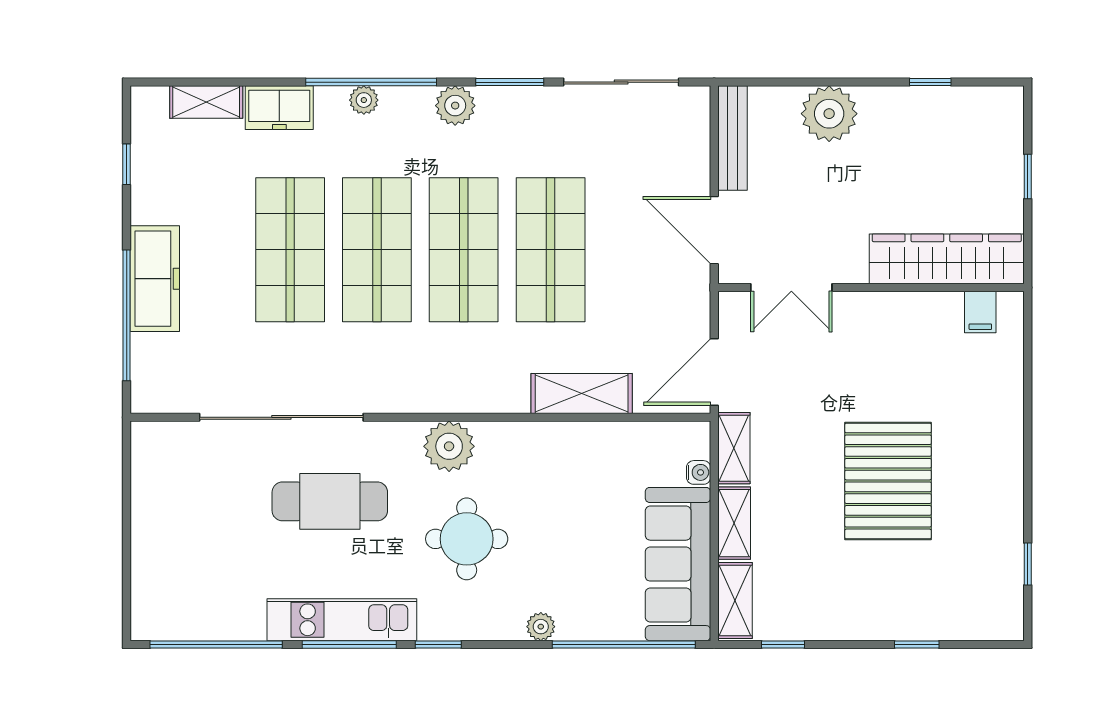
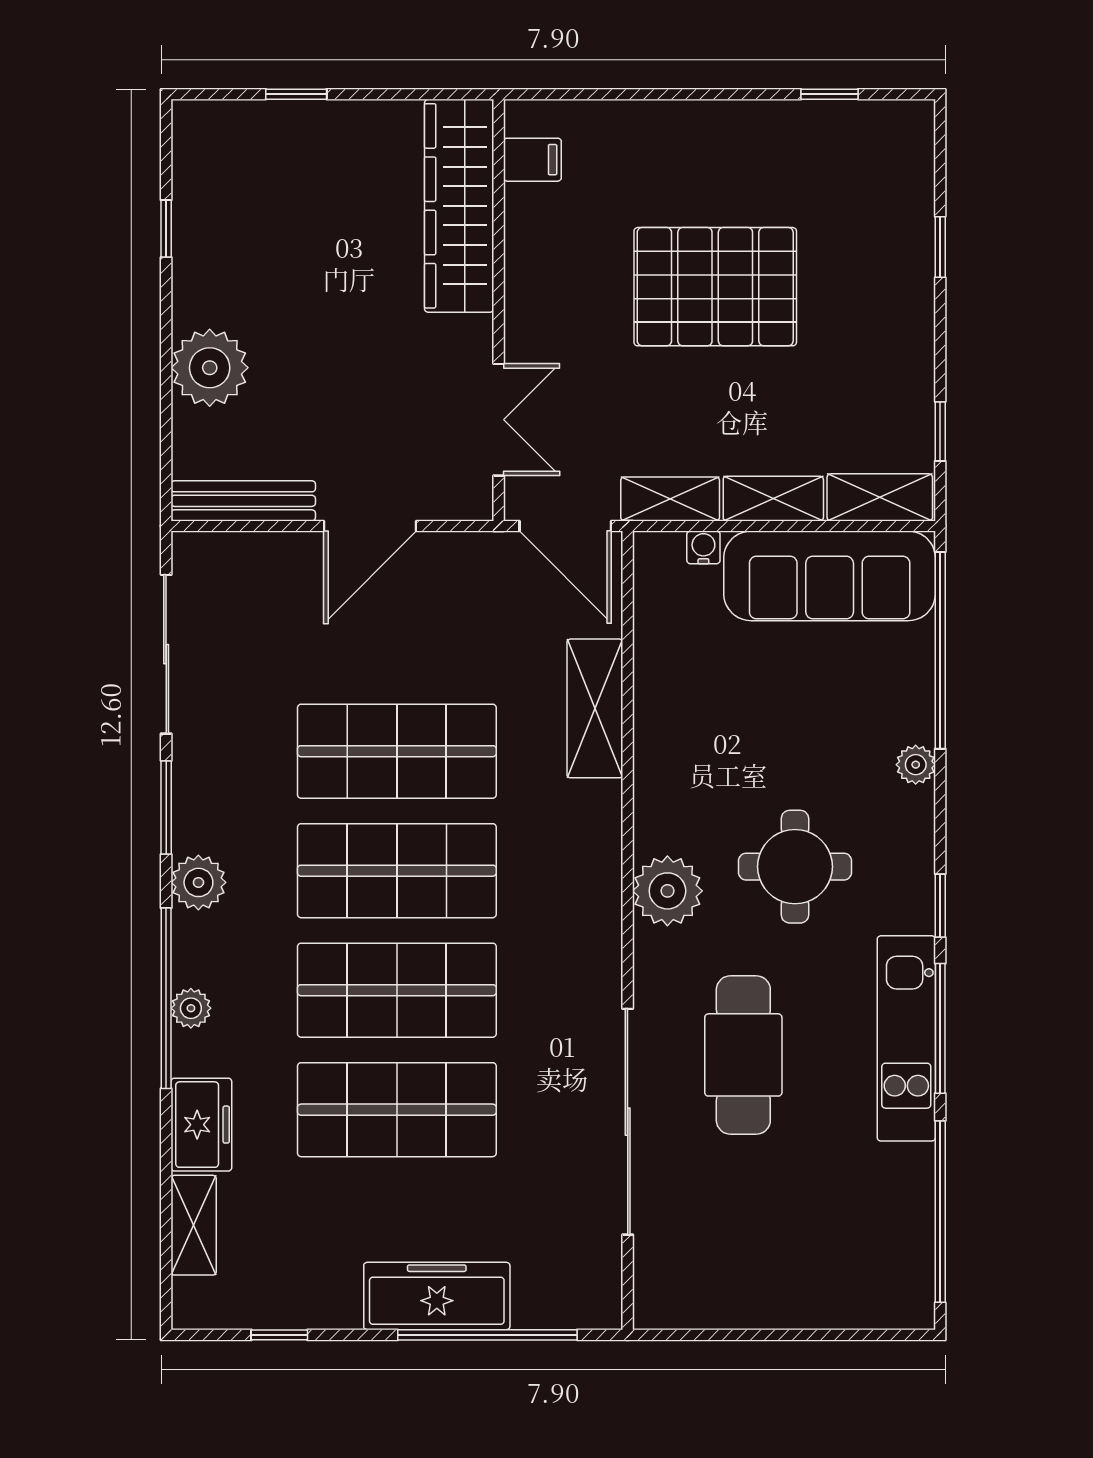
wardrobe: (947, 259) -> (459, 206), moved
double door: (791, 288) -> (499, 420), moved
wall: (871, 288) -> (499, 310), moved
filing cabinet: (980, 312) -> (532, 160), moved

